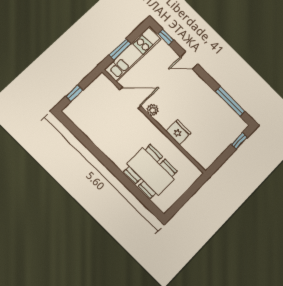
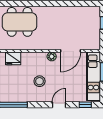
stool: (186, 99) -> (40, 81), added
fridge: (178, 132) -> (13, 58), moved

